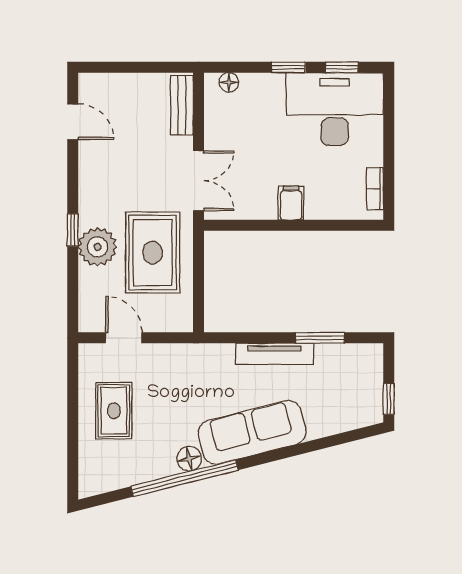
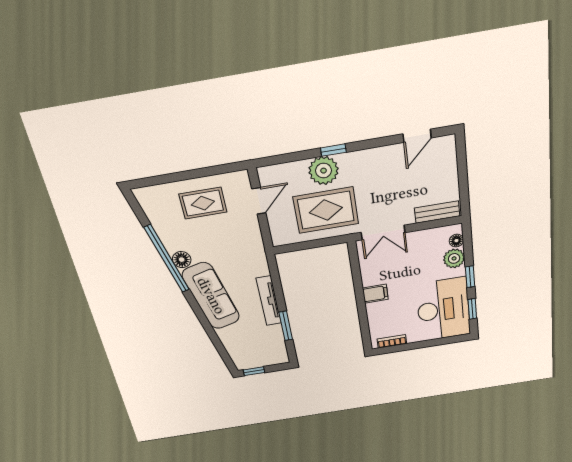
plant: (256, 88) -> (454, 258), added

